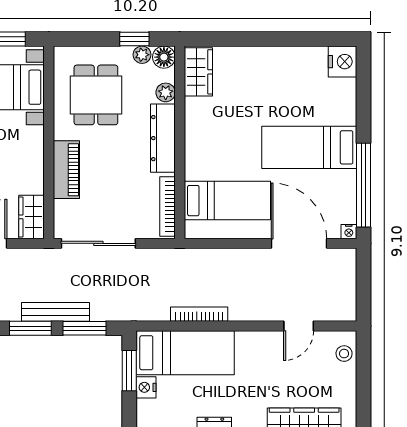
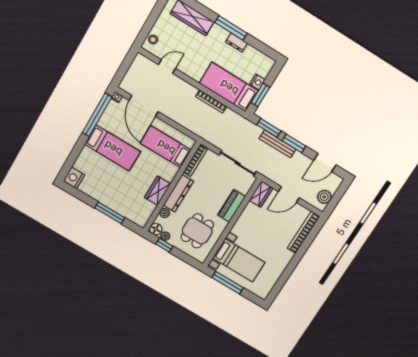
window: (253, 39) -> (110, 213), added
wardrobe: (198, 72) -> (158, 191), moved

